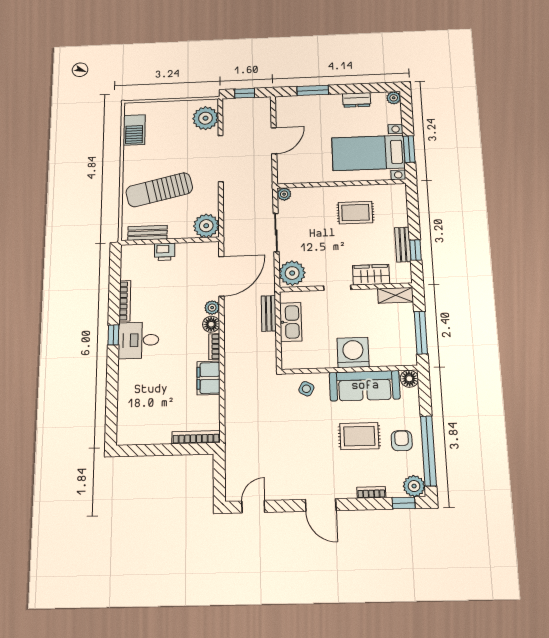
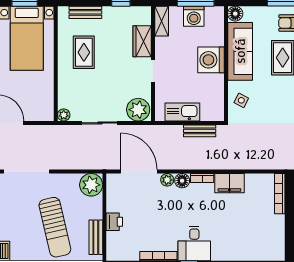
bench: (403, 245) -> (85, 12), moved
bench: (269, 313) -> (200, 131), moved
washing machine: (403, 331) -> (194, 16), added

